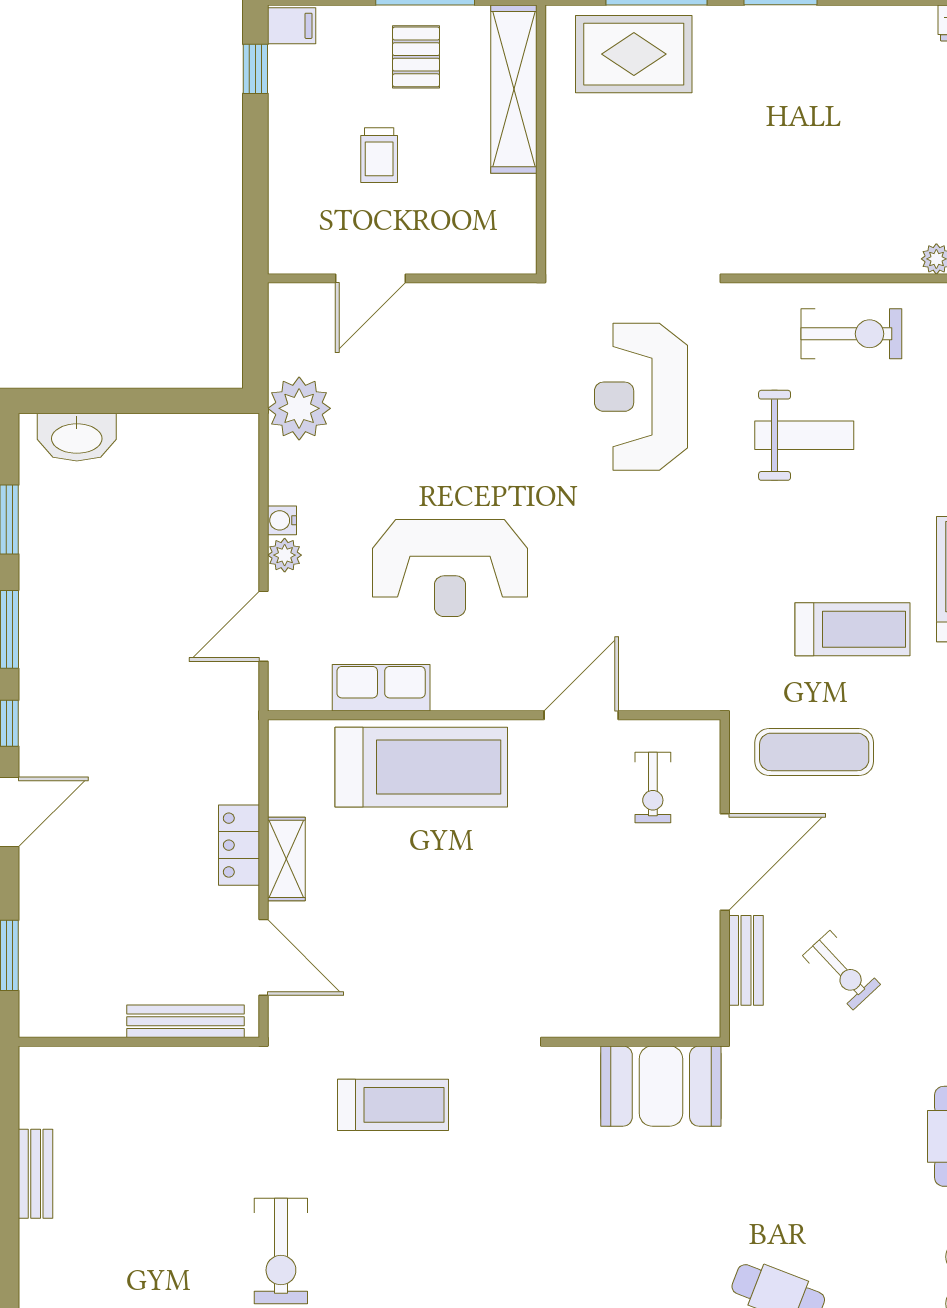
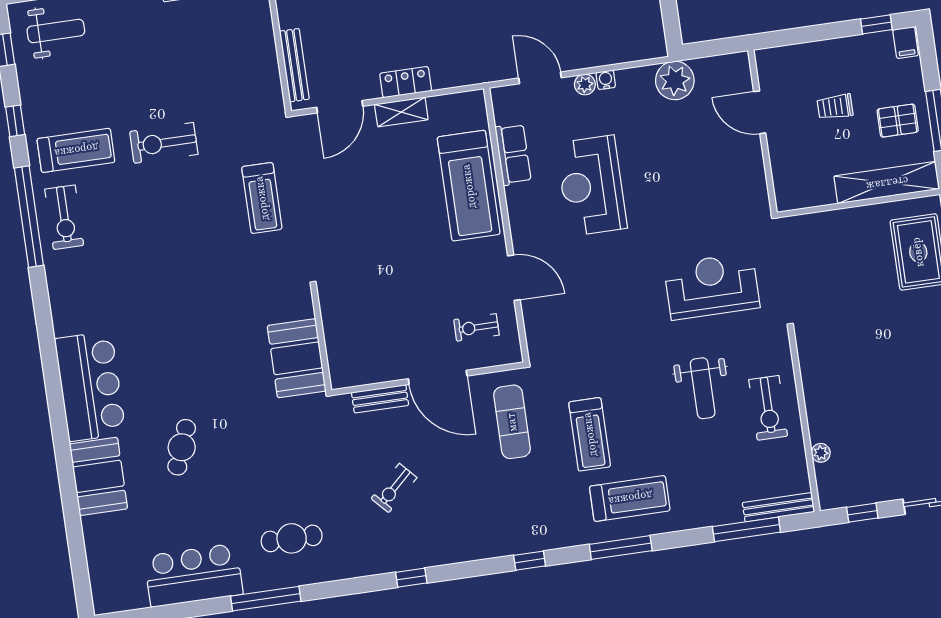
exercise bike: (841, 970) -> (394, 488), moved

